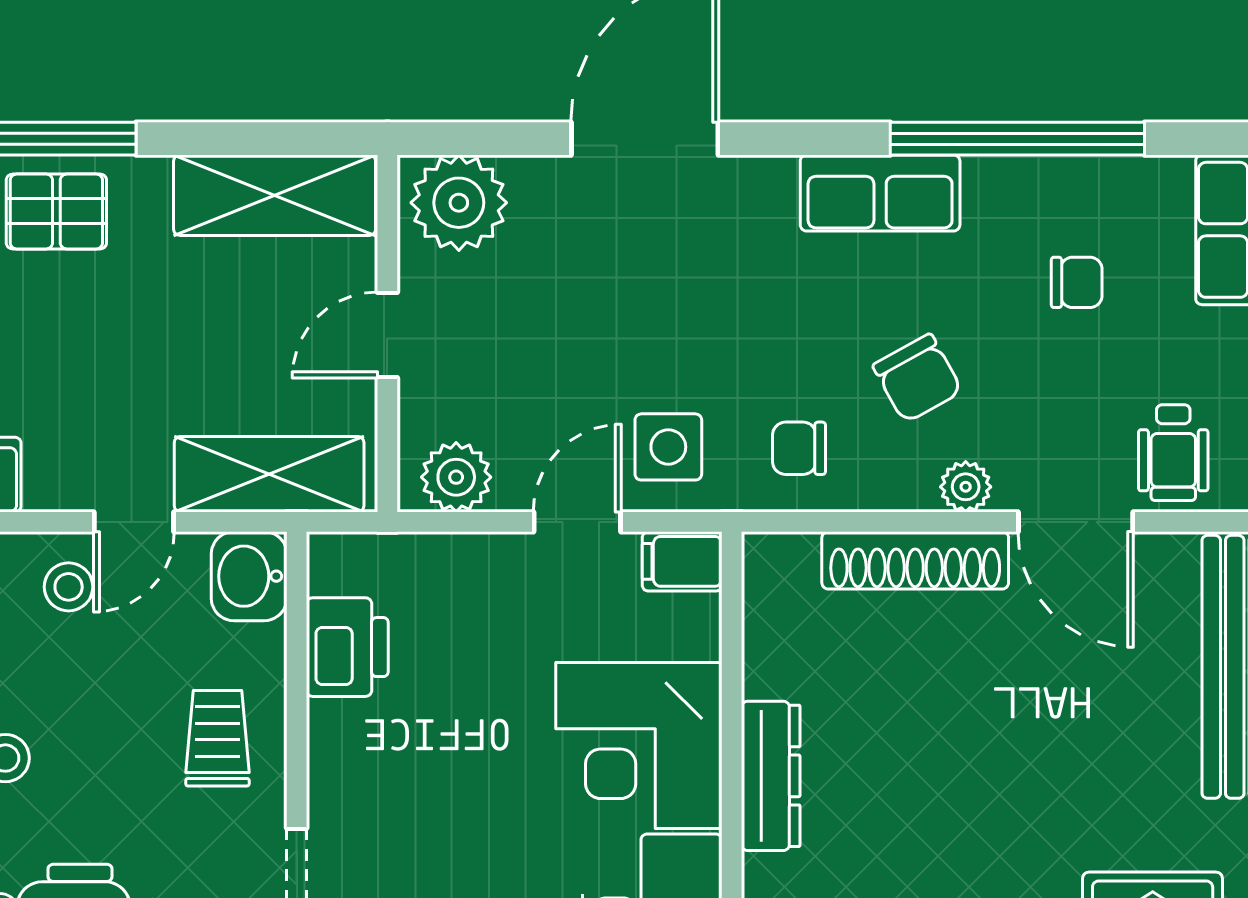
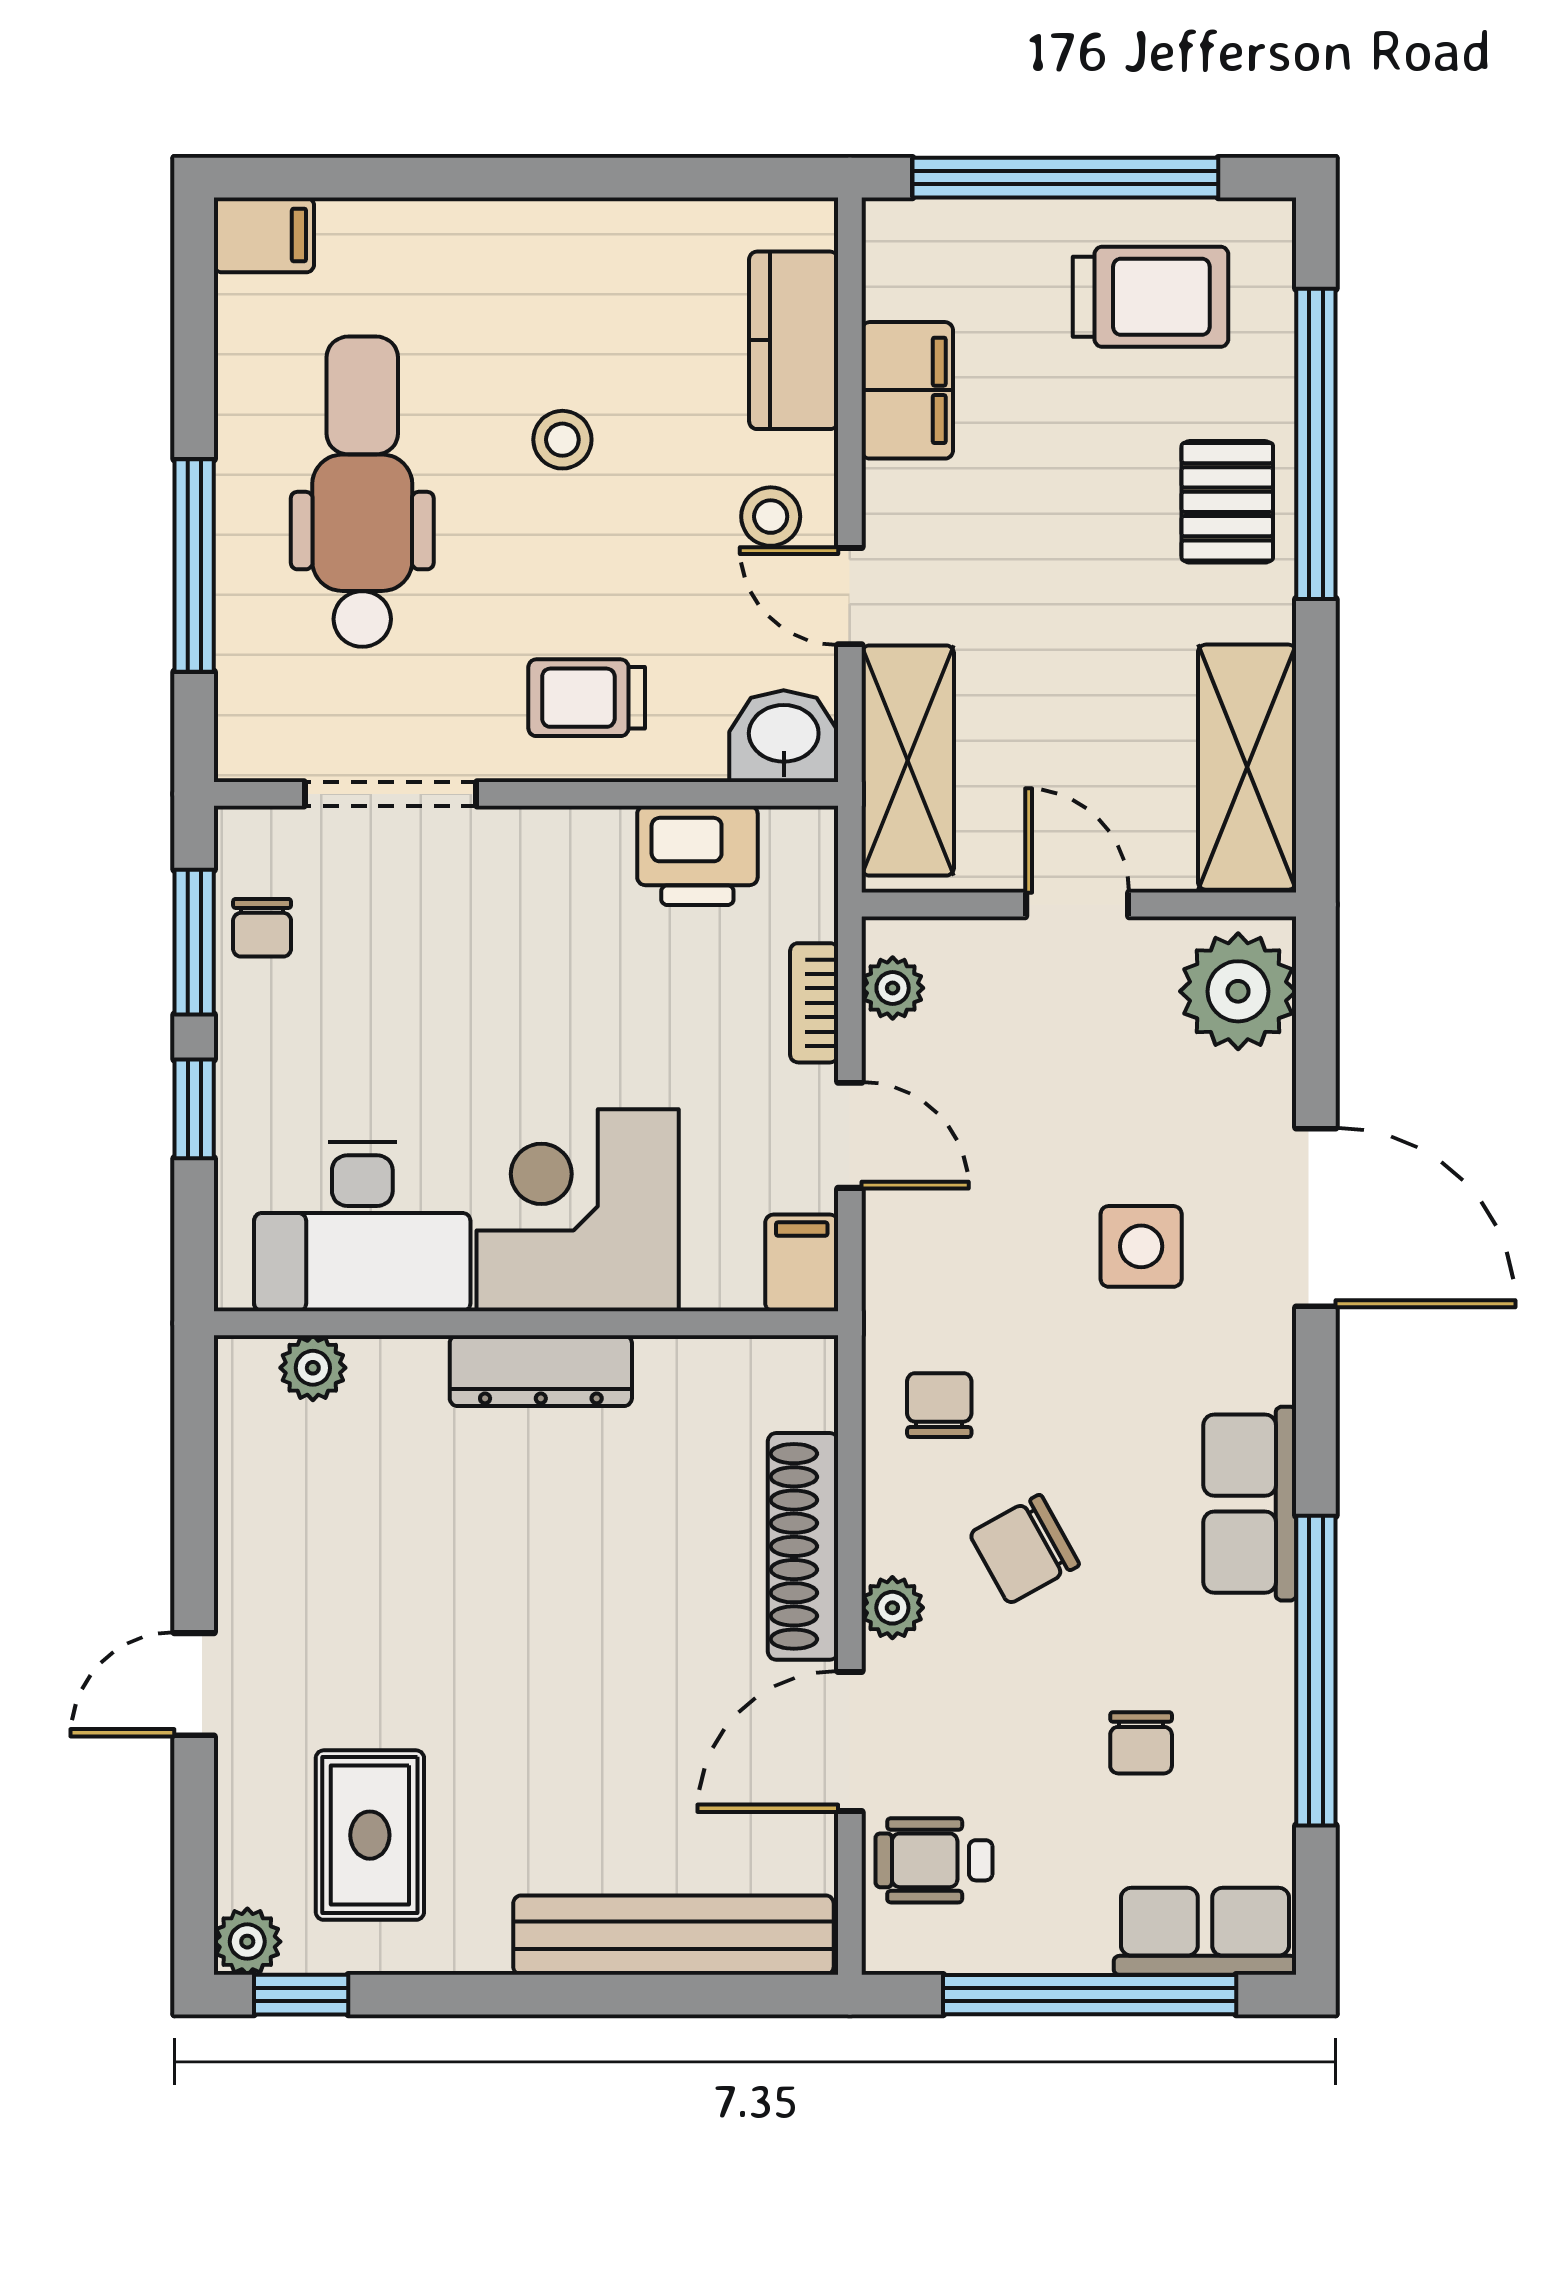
side table: (668, 447) -> (1141, 1246), moved
plant: (456, 477) -> (893, 988), width x0.73, depth x0.73
bookcase: (468, 551) -> (814, 1003), added
trolley: (217, 738) -> (587, 698), turned 180

